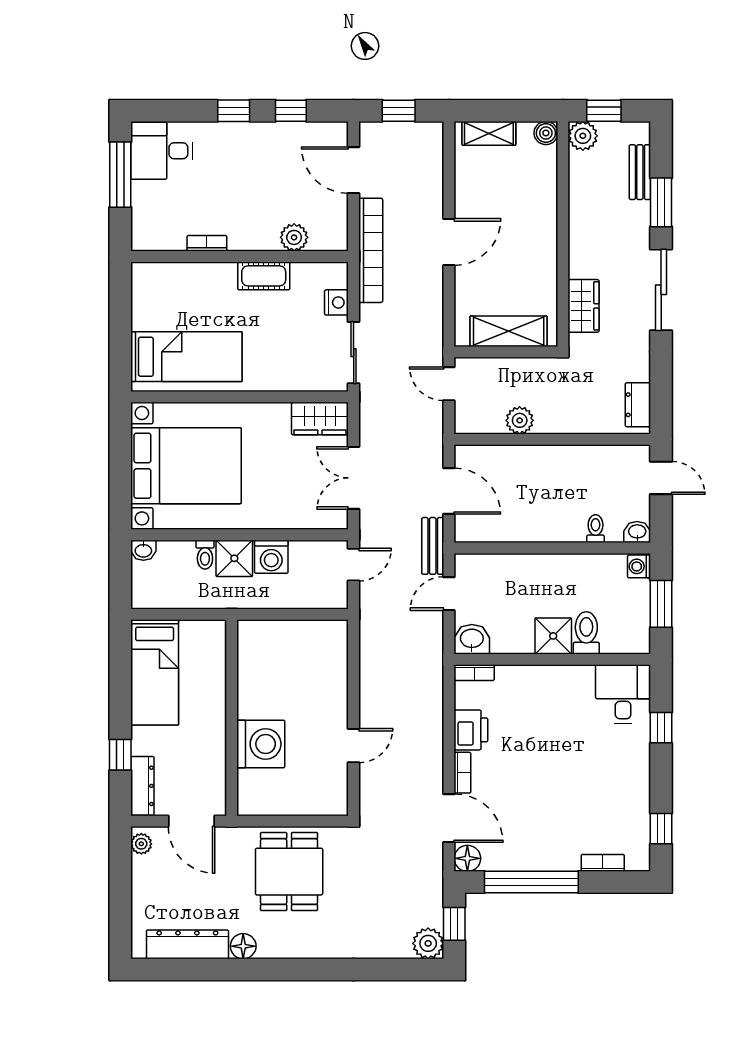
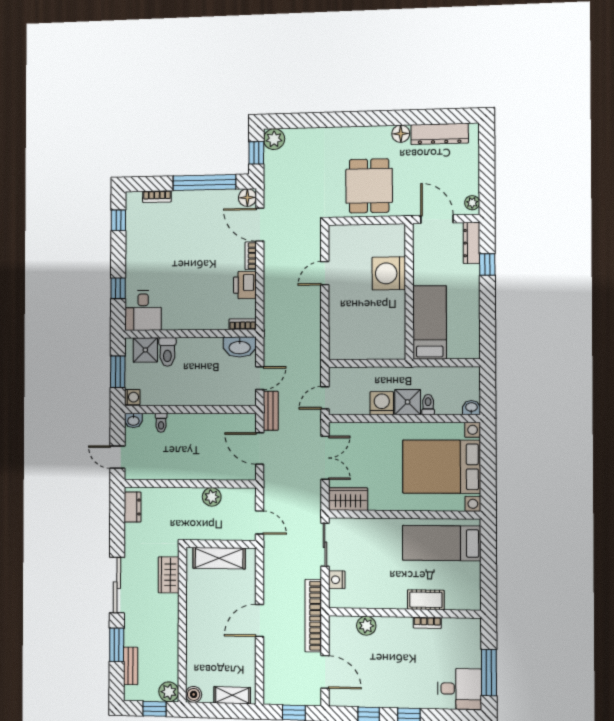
cot: (264, 276) -> (426, 600), moved
shower: (553, 636) -> (145, 350), moved
washbasin: (472, 639) -> (240, 347), width x1.38
bed: (155, 672) -> (430, 322), moved

